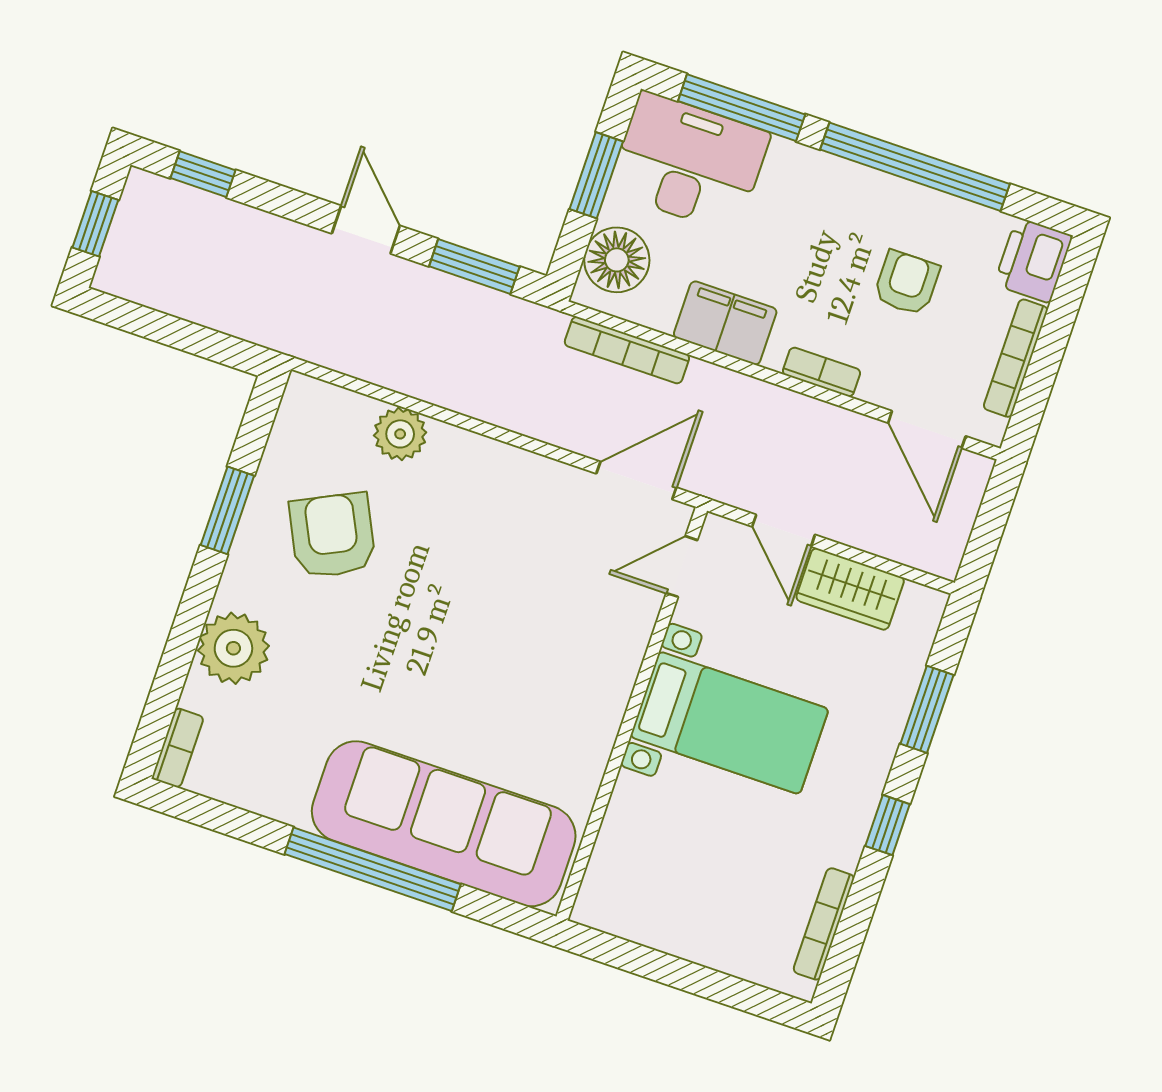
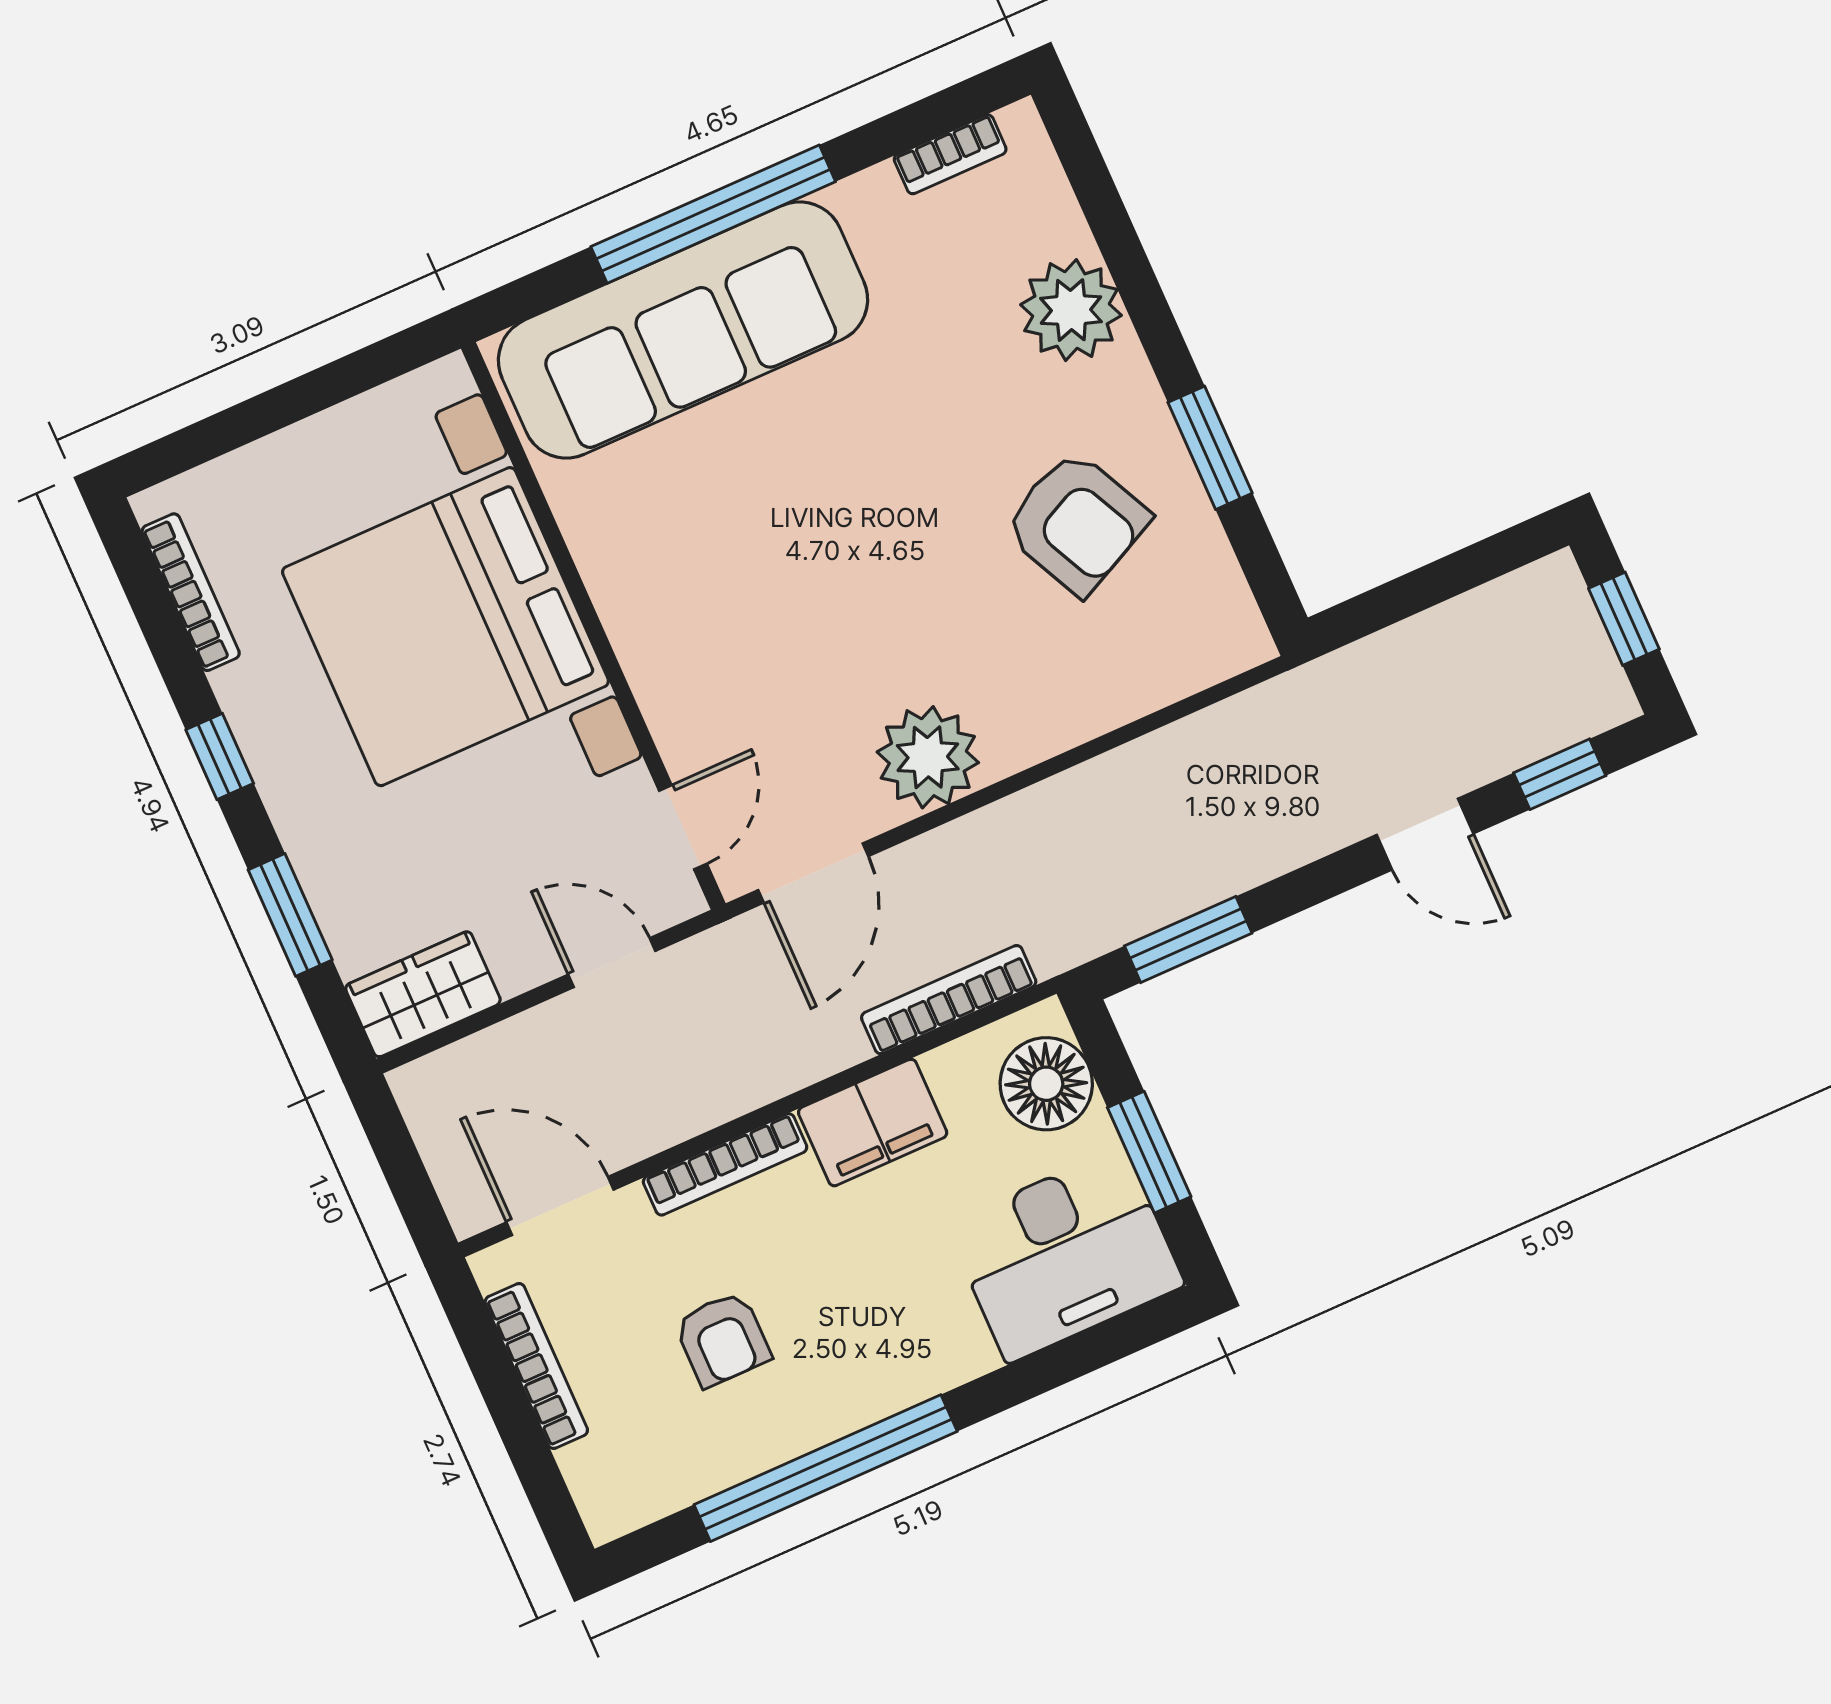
window: (742, 108) -> (1063, 1362), removed
door: (366, 230) -> (1425, 834), moved
printer: (1033, 260) -> (612, 1485), removed
bookcase: (822, 372) -> (725, 1164), width x1.56
plant: (400, 434) -> (928, 757), moved, width x1.36, depth x1.36
wardrobe: (850, 589) -> (423, 994), moved
bed with nightstands: (729, 723) -> (445, 627), width x1.85
bookcase: (178, 748) -> (950, 154), moved, turned -90

